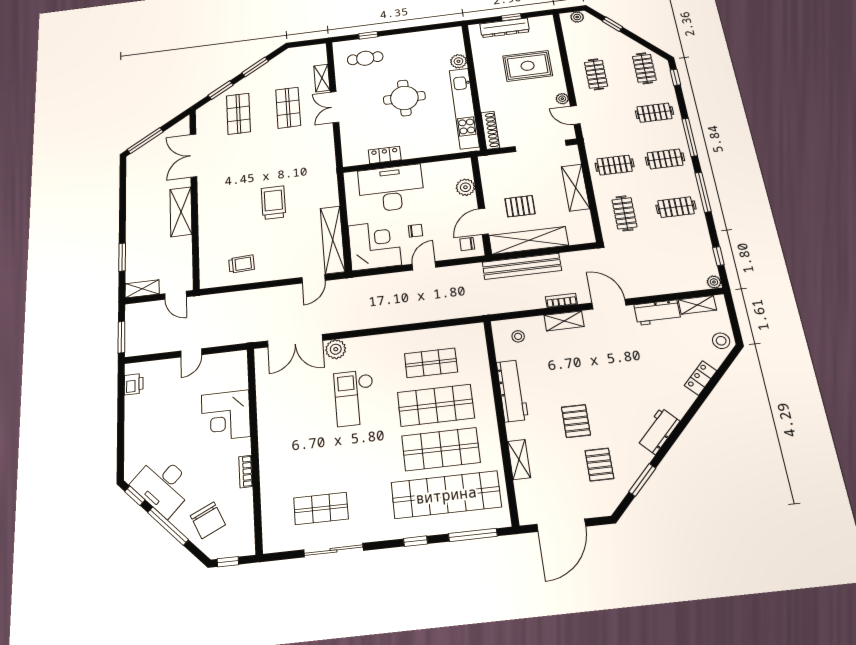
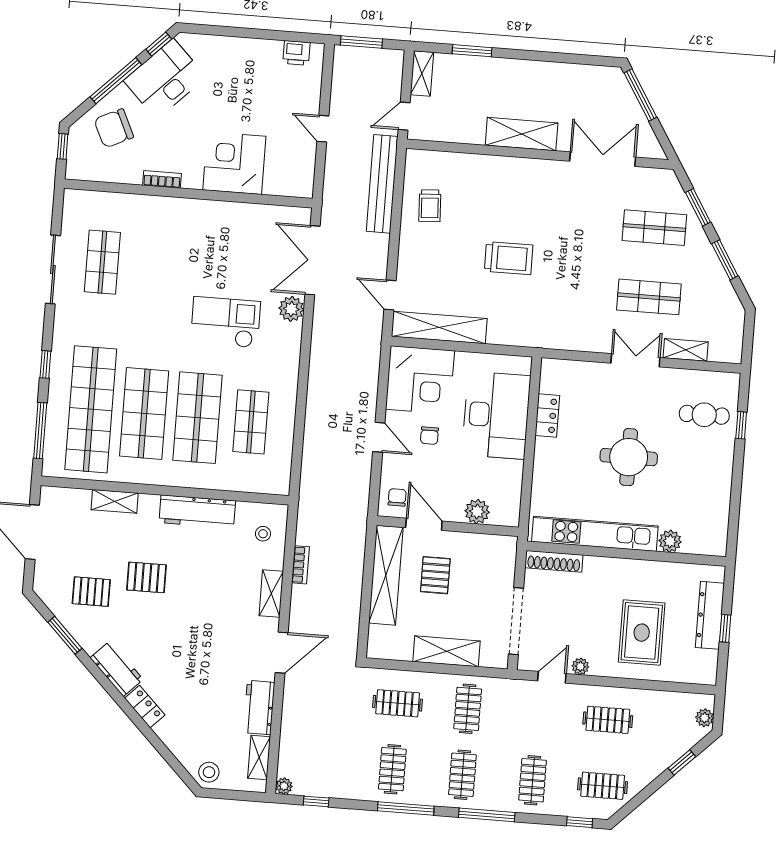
cafe table: (365, 58) -> (704, 415), turned 90
bench: (522, 266) -> (382, 184), moved
bookcase: (561, 301) -> (300, 565), moved
locker: (701, 378) -> (145, 707), moved

